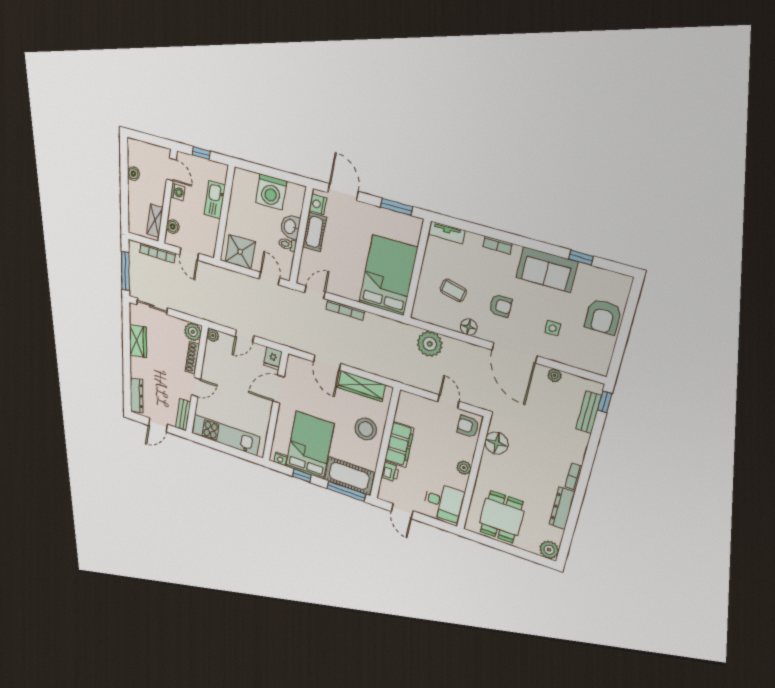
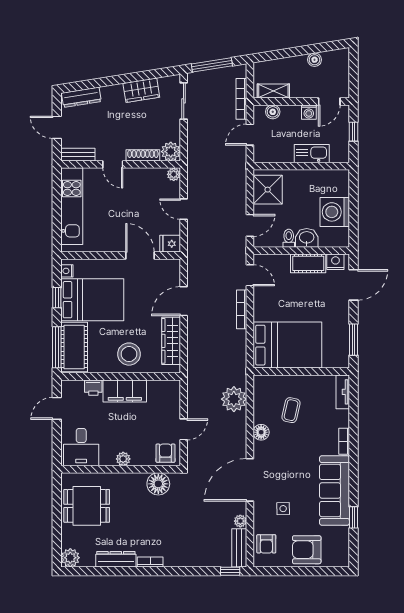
sofa: (547, 270) -> (334, 490), width x1.36
armchair: (501, 306) -> (266, 544), moved
bench: (589, 412) -> (239, 548), moved, turned 90

